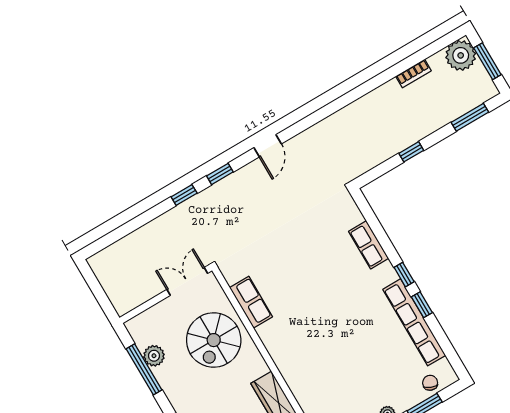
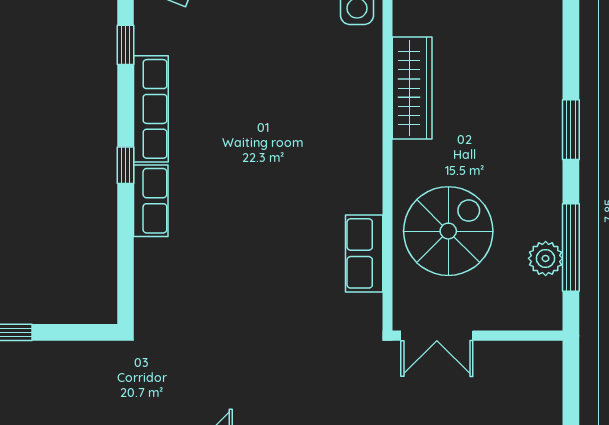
row of seats: (369, 245) -> (151, 201), moved
window: (422, 305) -> (125, 45), moved
row of seats: (414, 322) -> (151, 109), width x0.73

